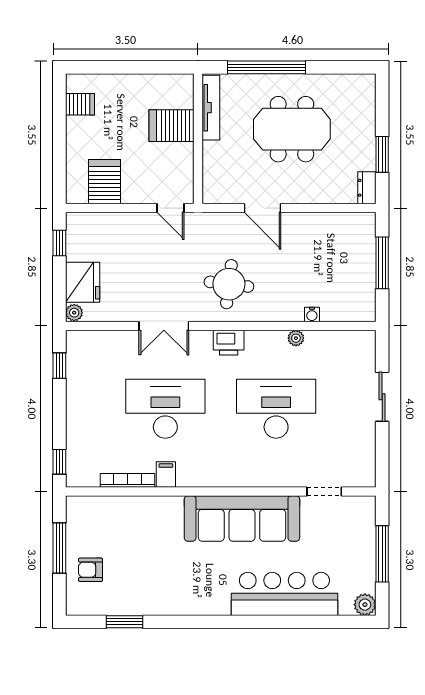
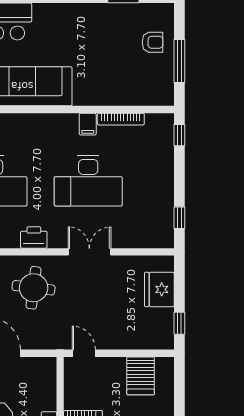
plant: (74, 313) -> (167, 263), removed

